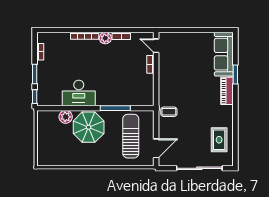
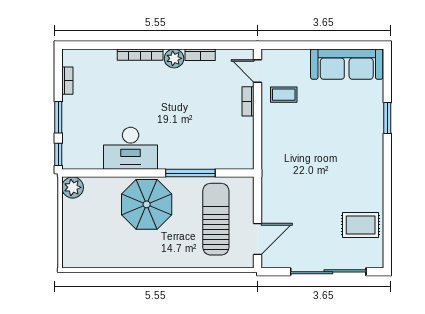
sofa: (224, 54) -> (347, 64), moved, turned -90
piano: (227, 91) -> (373, 145), removed
coffee table: (169, 112) -> (284, 95), moved
plant: (66, 117) -> (73, 187), moved
rug: (219, 140) -> (361, 225), turned 90

